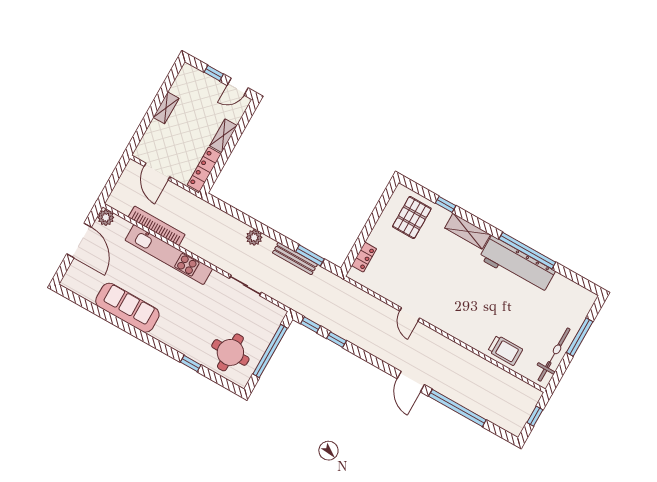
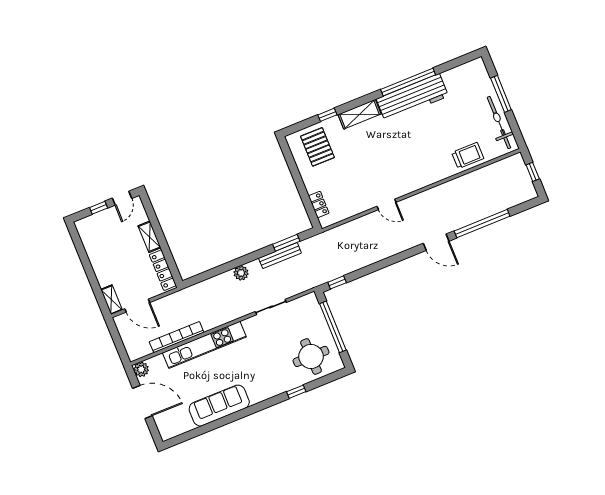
shelving: (166, 108) -> (111, 300), moved
window: (337, 340) -> (363, 272), removed

